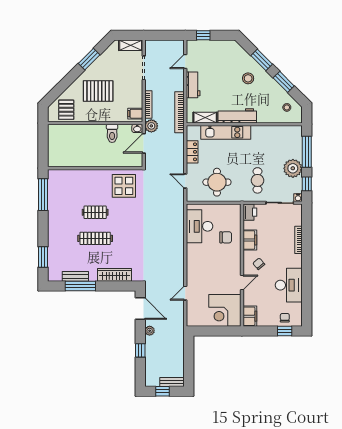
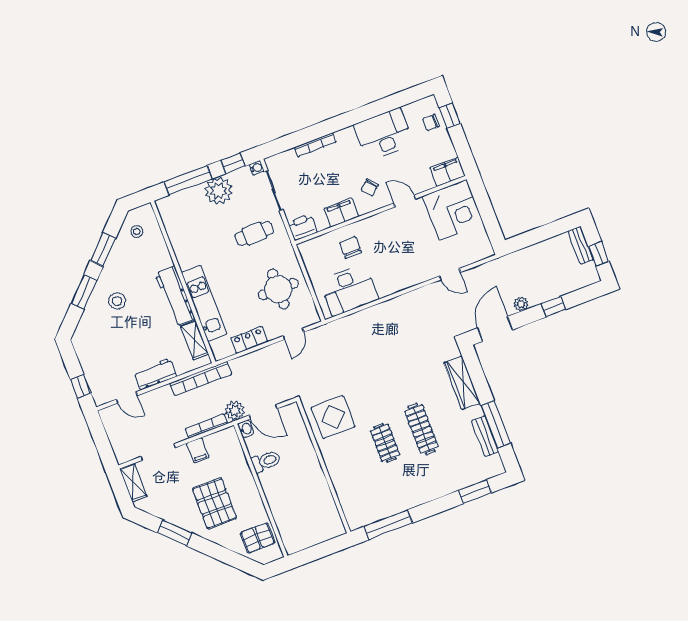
filing cabinet: (135, 114) -> (198, 450), moved

